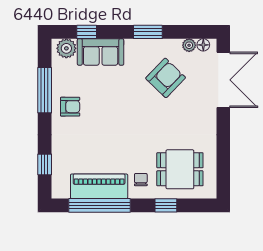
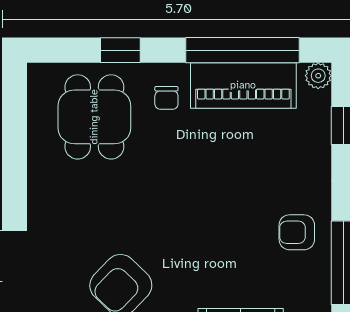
dining table: (180, 169) -> (94, 117), turned 90
plant: (58, 192) -> (318, 76), added

